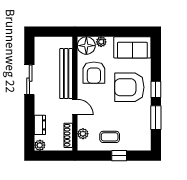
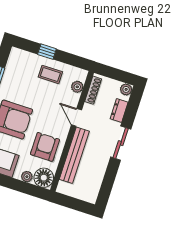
sliding door: (29, 80) -> (121, 143), moved

